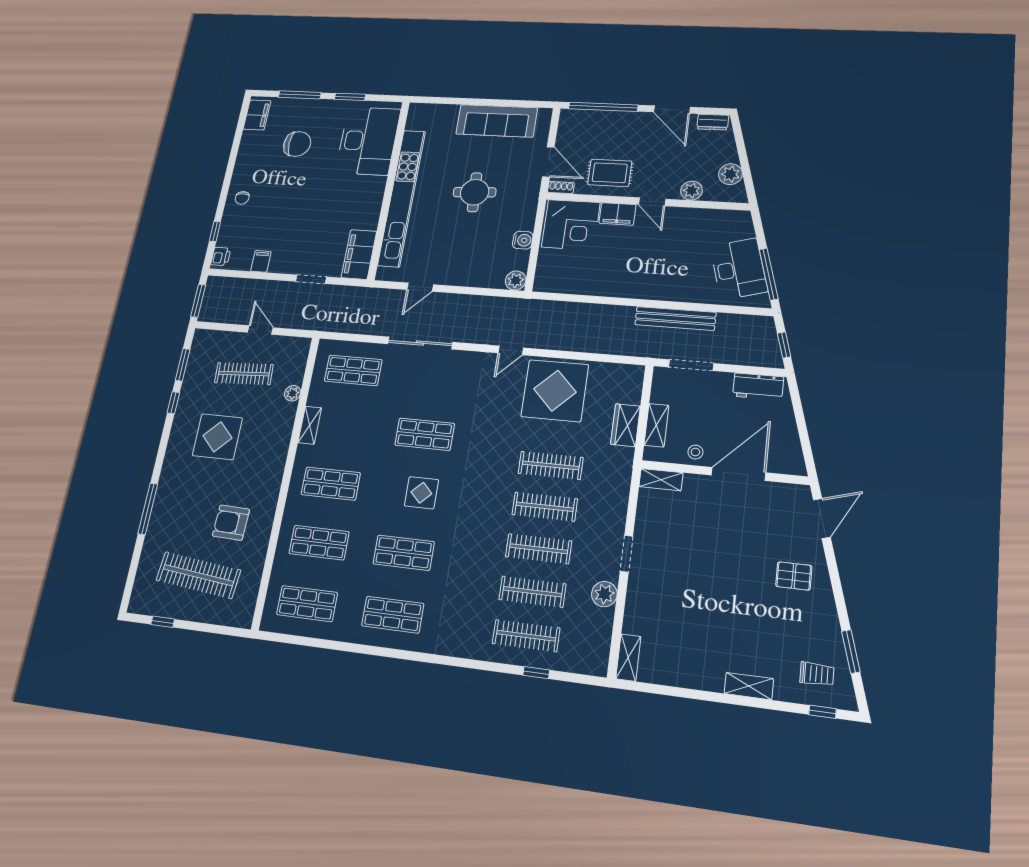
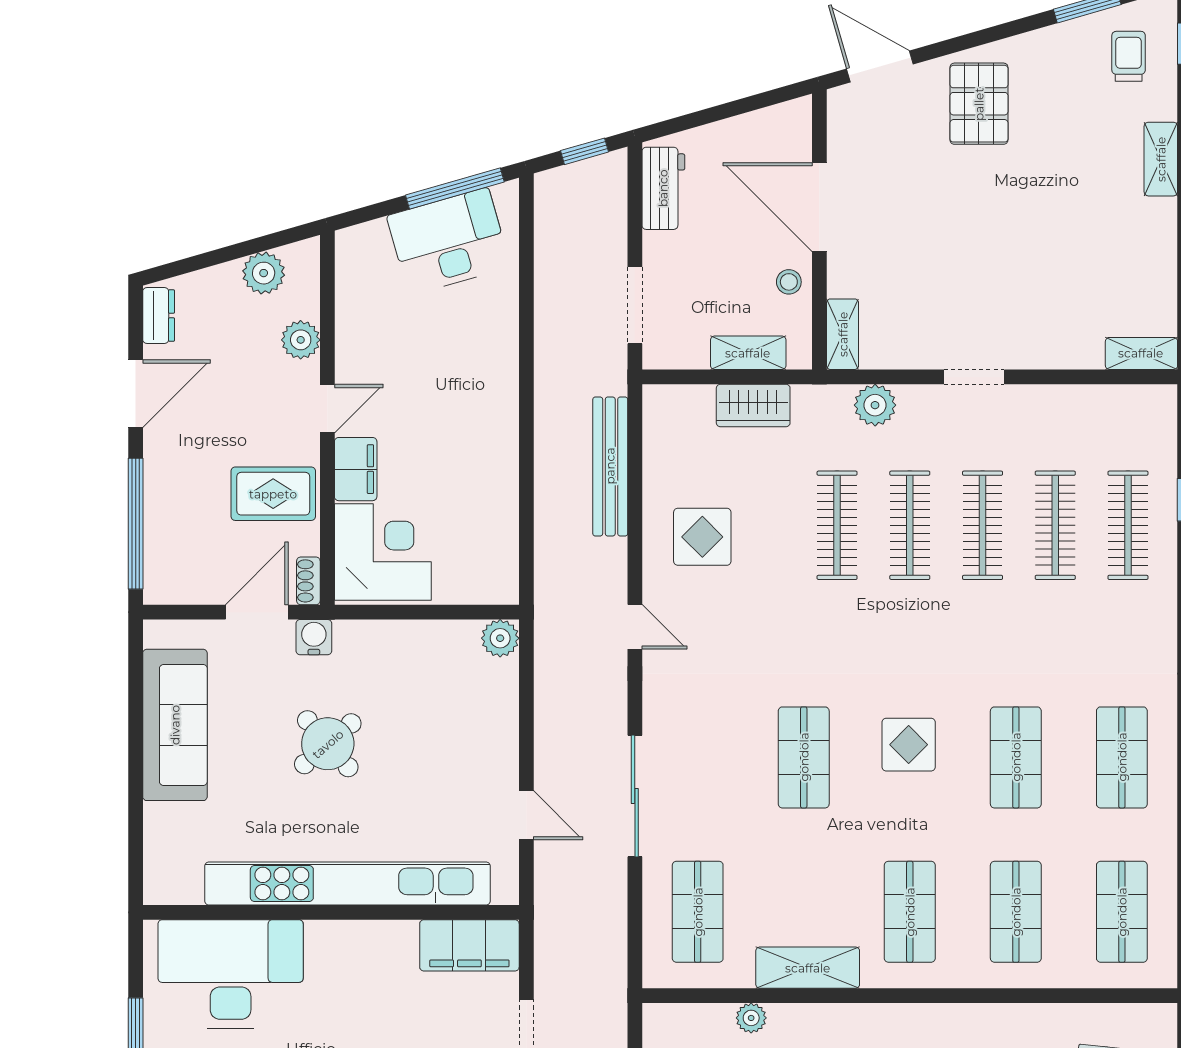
rug: (610, 173) -> (273, 494), turned 90
round table: (475, 192) -> (328, 744), turned -38
water cooler: (523, 240) -> (314, 637), moved
bench: (675, 318) -> (610, 466), moved
display table: (555, 391) -> (702, 537), width x0.54, depth x0.54
shelving: (310, 425) -> (808, 968), width x1.50, depth x1.33
pallet: (794, 576) -> (979, 104), width x1.50, depth x1.42
plant: (604, 594) -> (875, 405), moved

